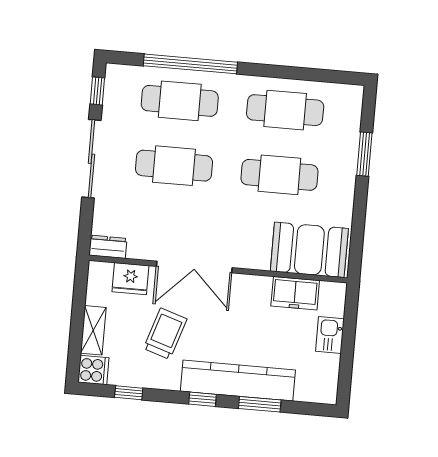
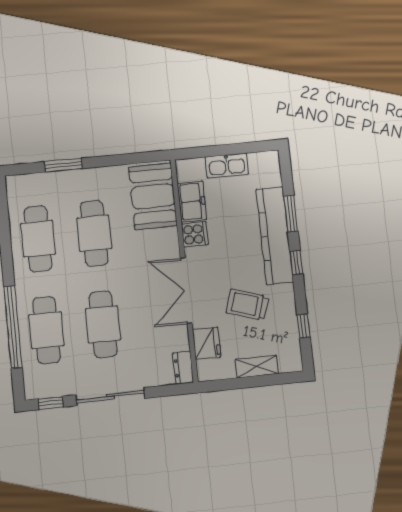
double door: (194, 267) -> (186, 291), swing flipped
kitchen sink: (330, 335) -> (227, 165), width x1.38
cooker: (93, 370) -> (195, 234), moved, turned 90

